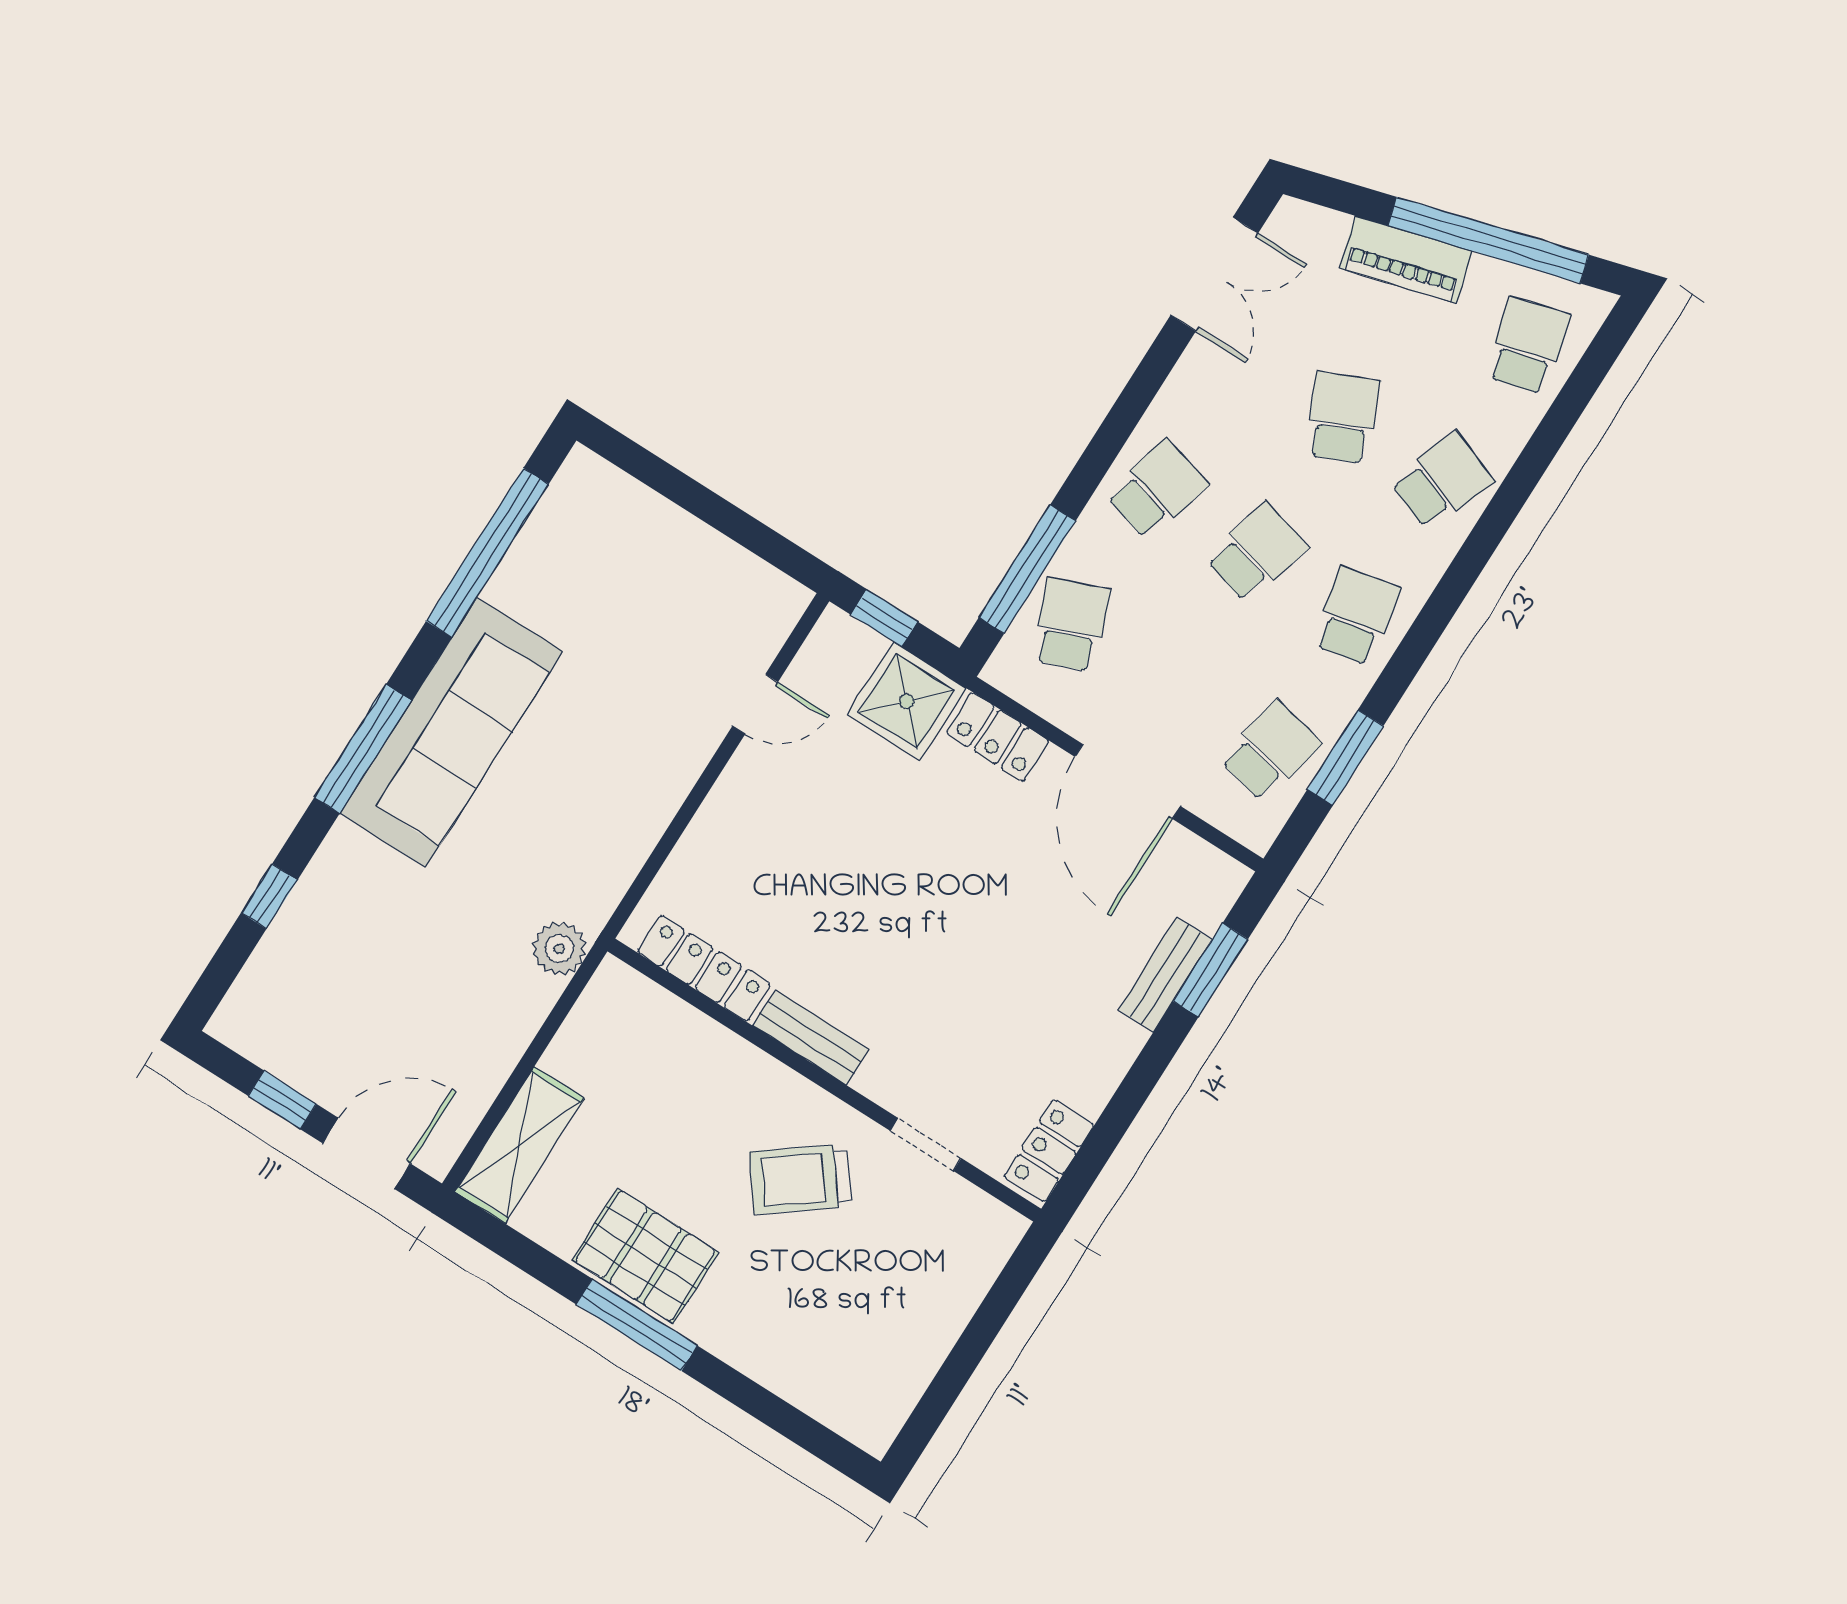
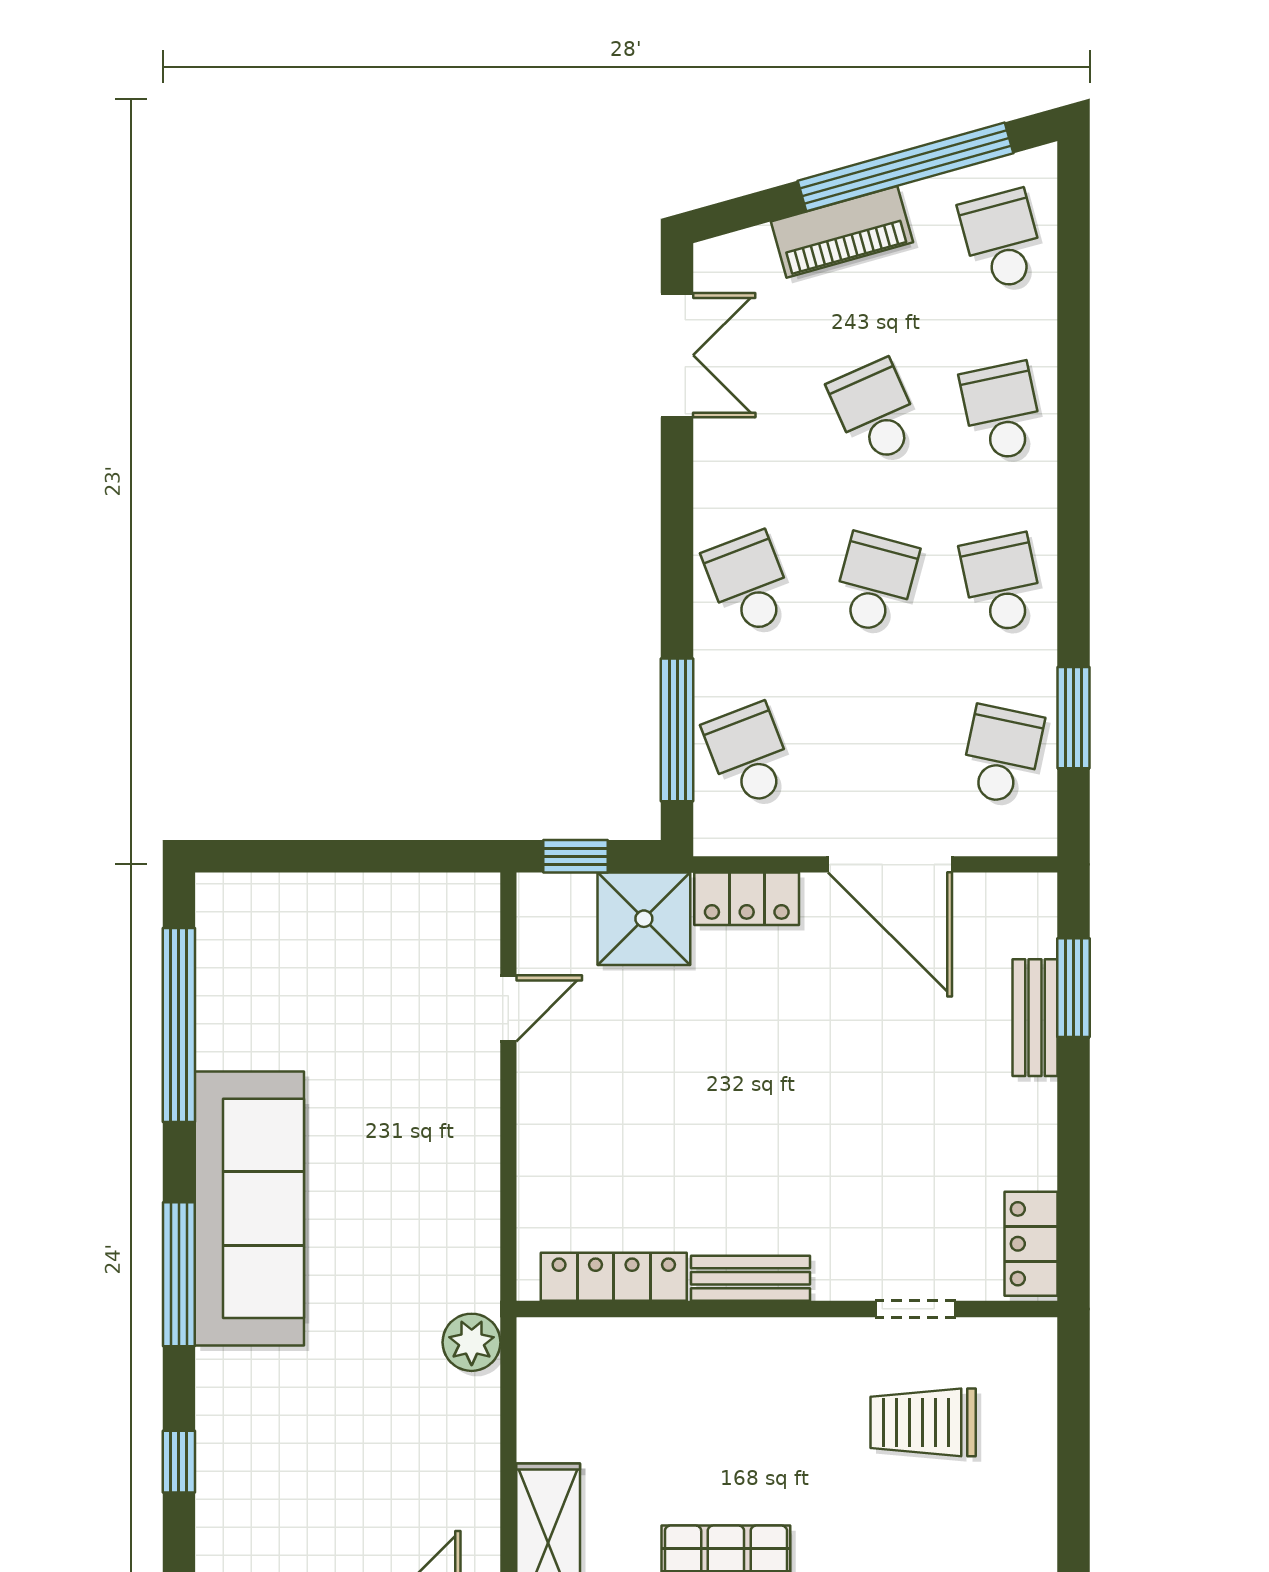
school desk: (1442, 481) -> (1002, 412), turned -33
school desk: (1157, 490) -> (749, 583), turned -36
trolley: (800, 1179) -> (923, 1422), moved, turned 37

